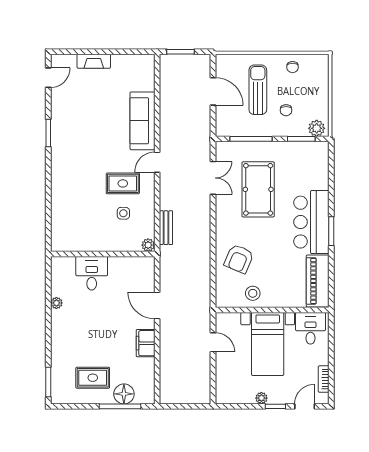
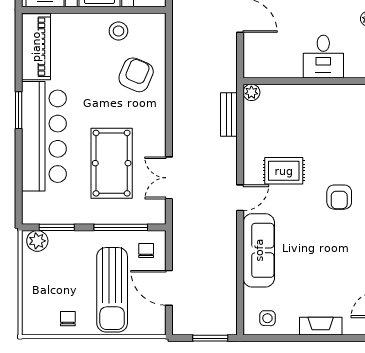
sun lounger: (258, 90) -> (112, 290), width x1.36, depth x1.34
chair: (286, 110) -> (146, 251), moved
armchair: (79, 163) -> (339, 197), added
side table: (123, 213) -> (267, 318), moved
bar counter: (311, 222) -> (44, 136), width x1.36

